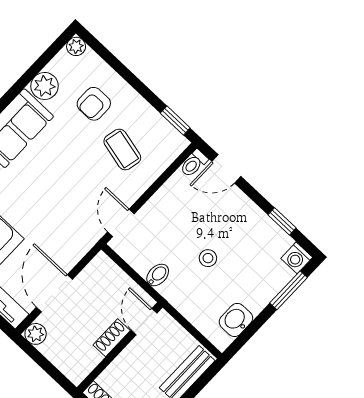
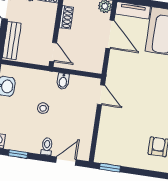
coffee table: (122, 149) -> (127, 133), removed
toilet: (194, 163) -> (47, 146), moved
shoe rack: (112, 338) -> (66, 17), moved

